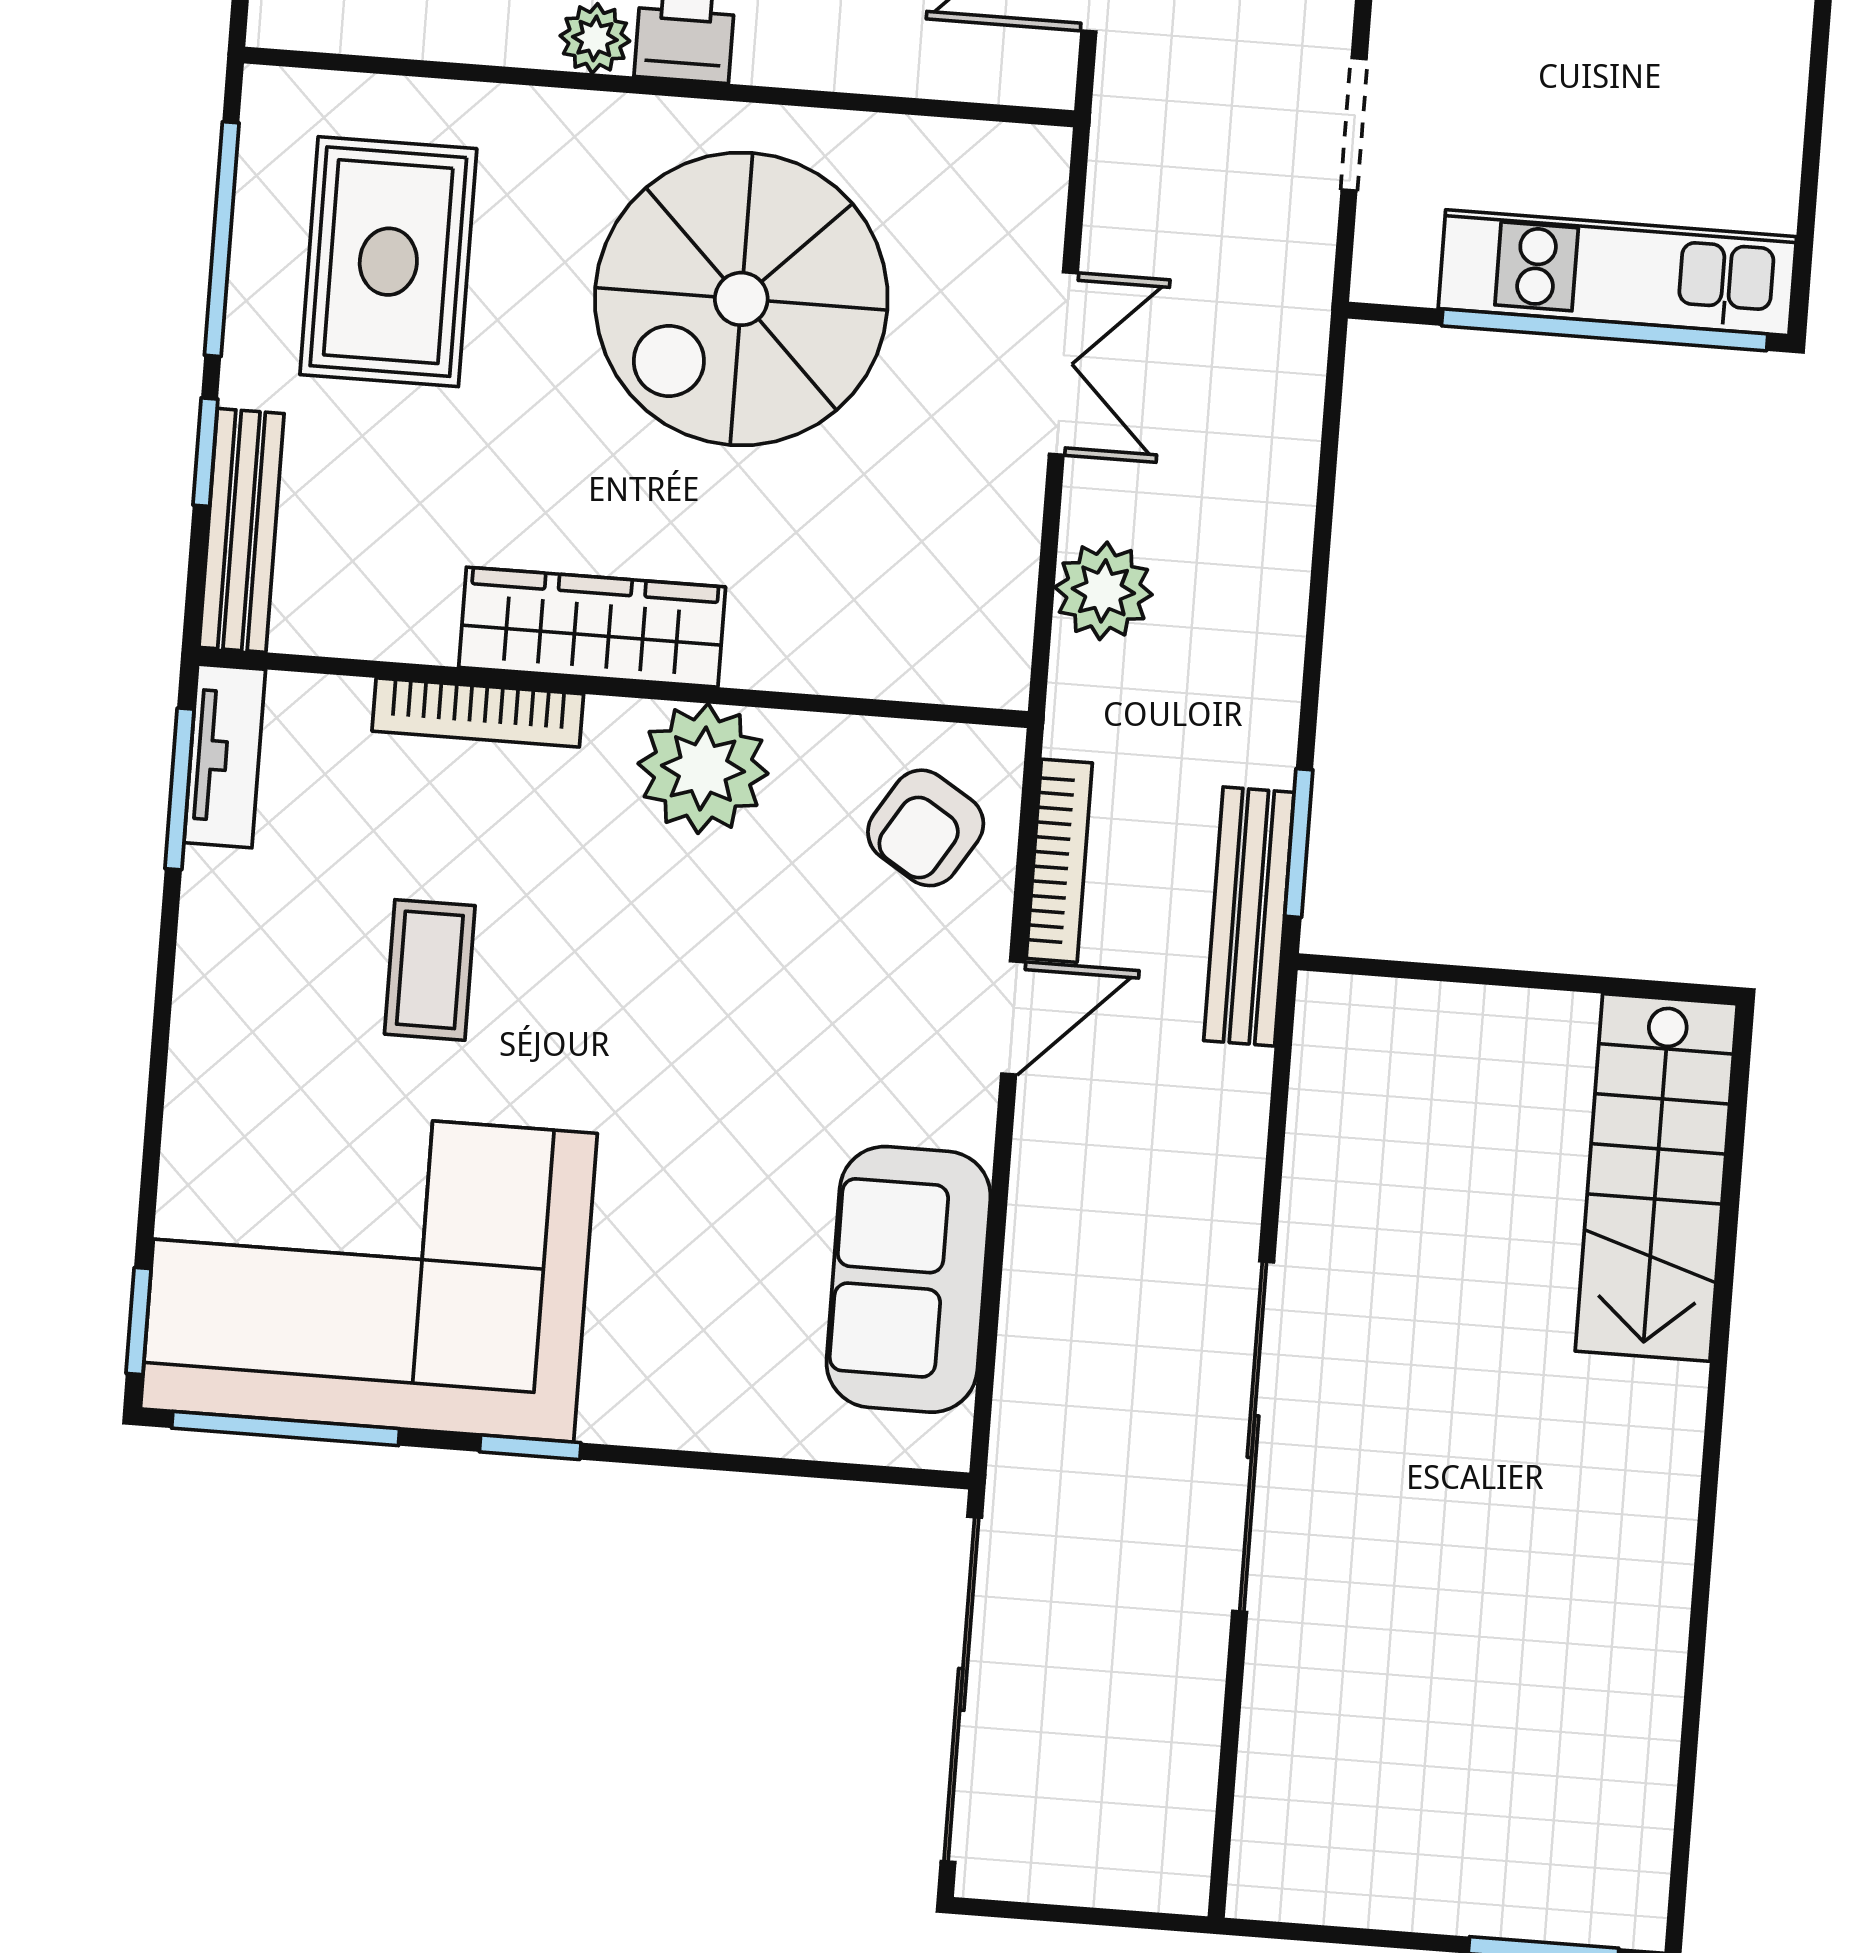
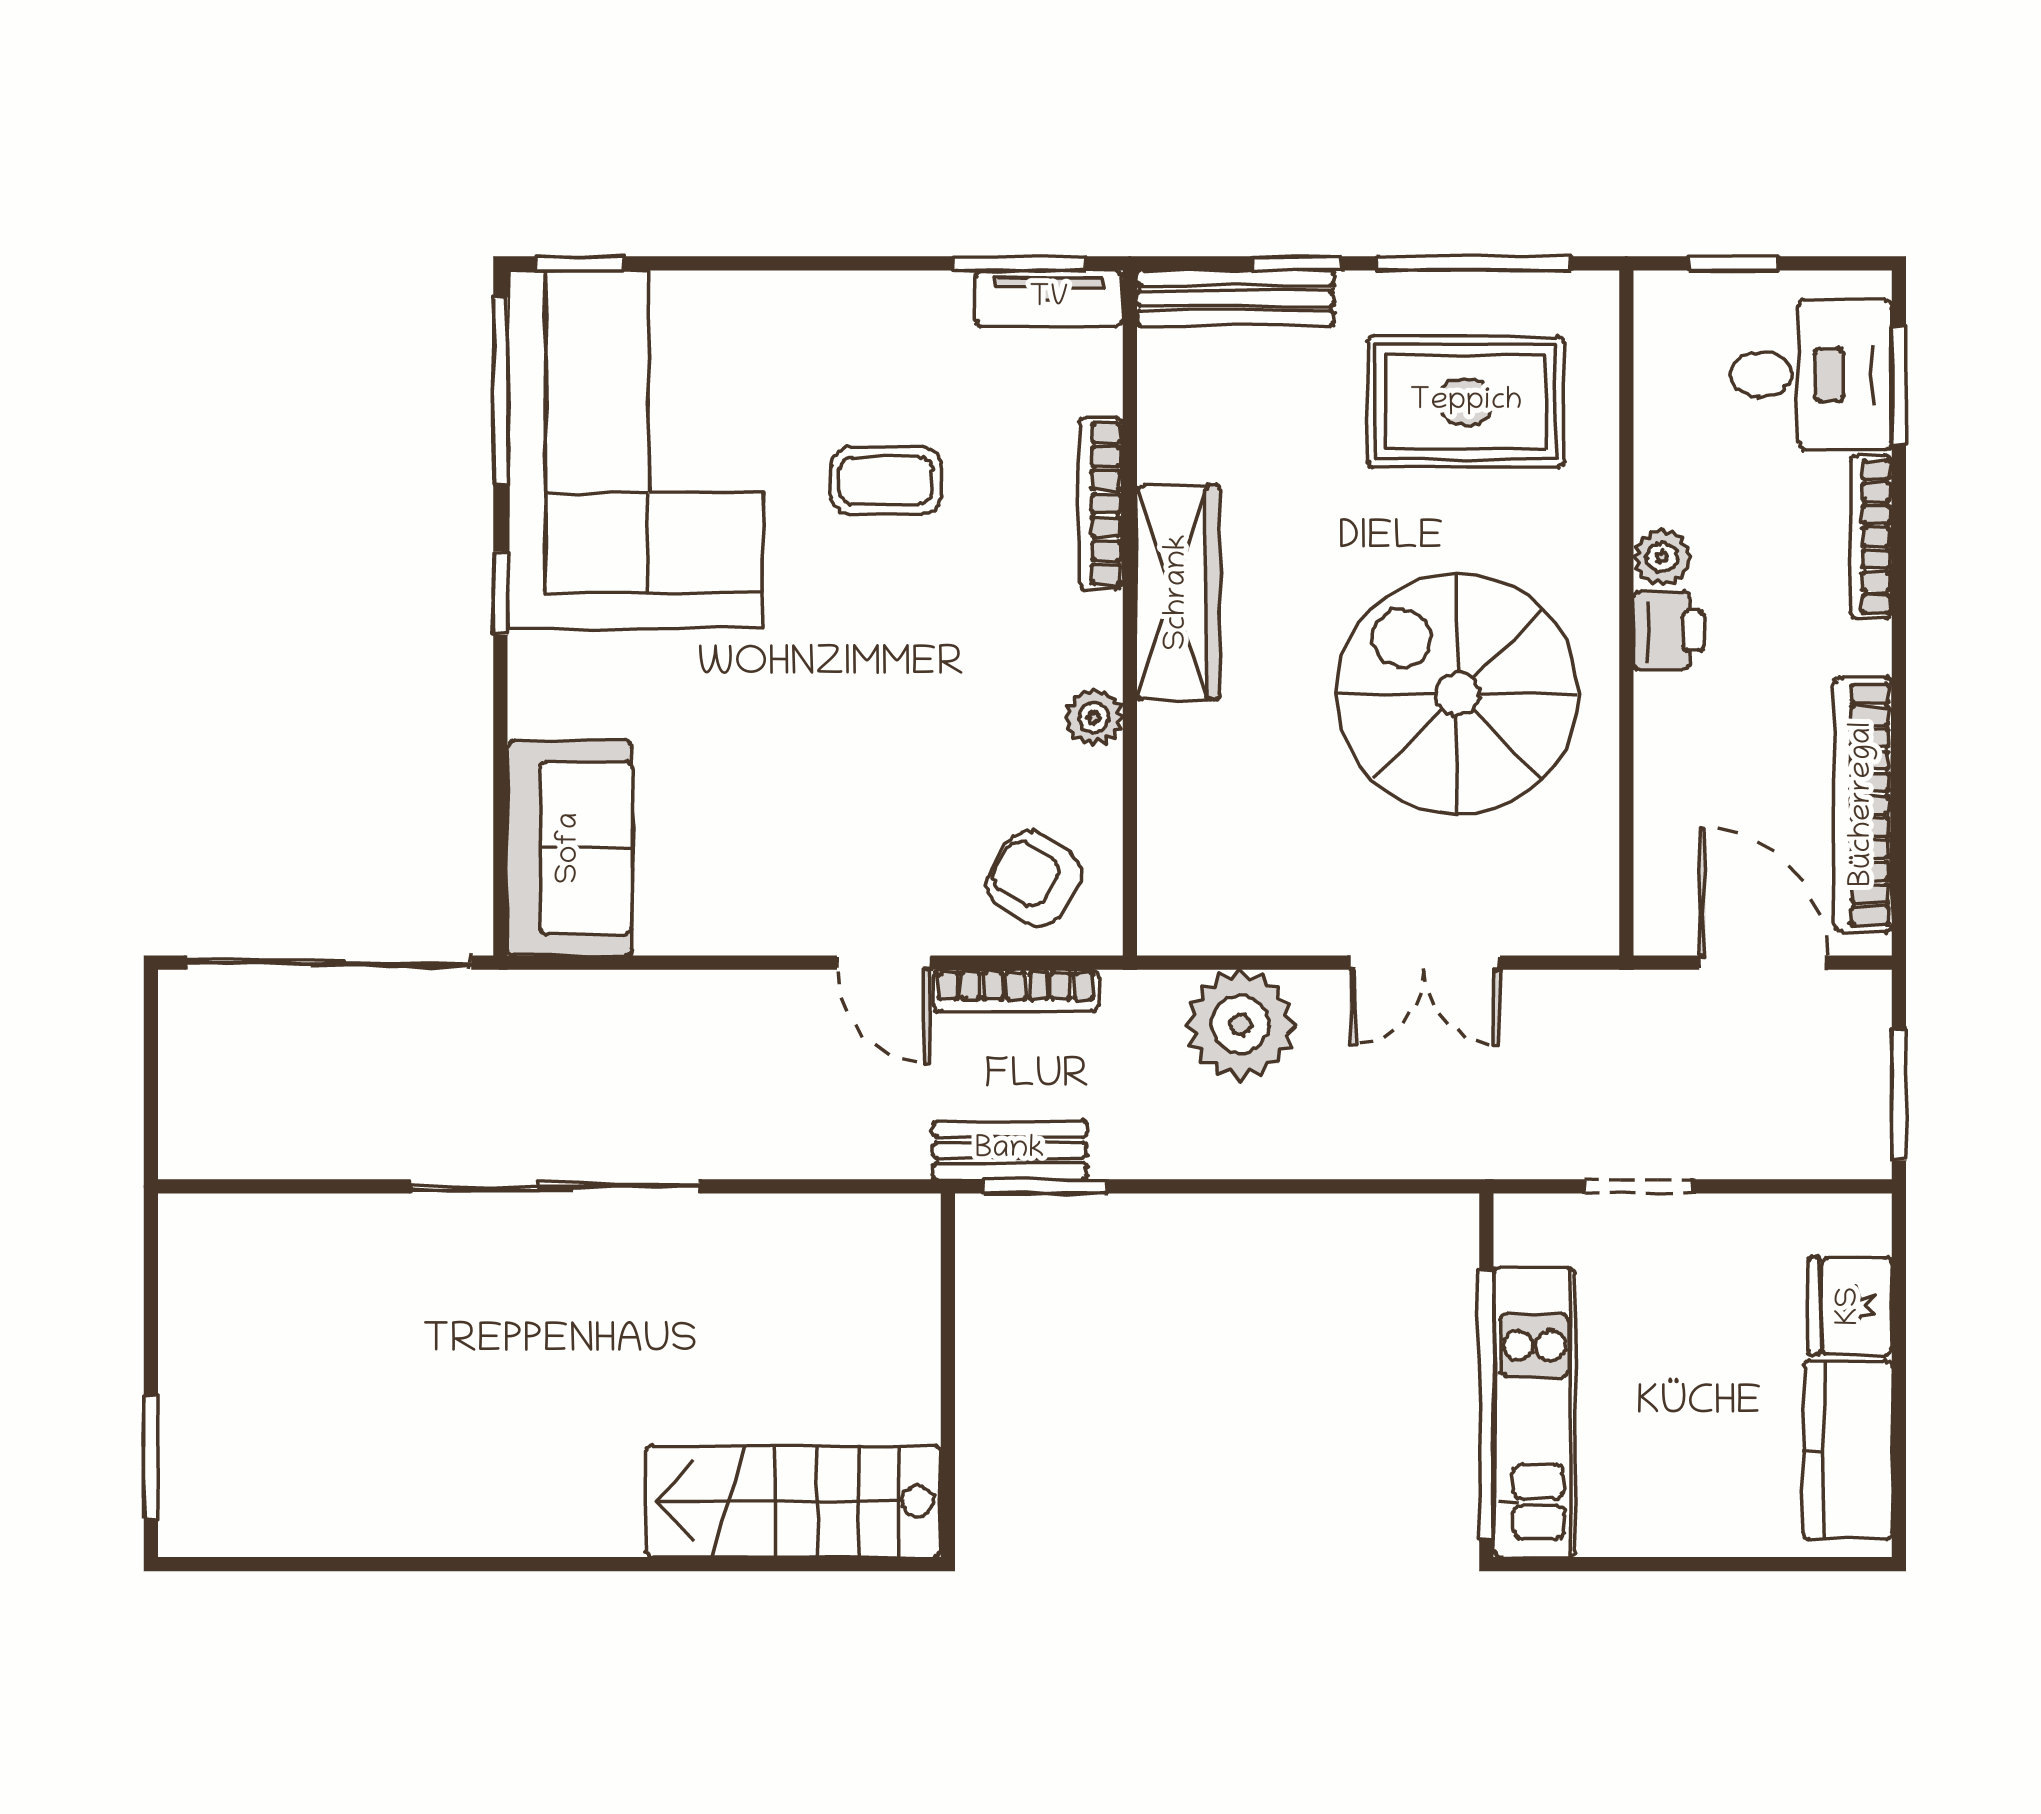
plant: (1103, 591) -> (1240, 1025), width x1.36, depth x1.36
plant: (703, 769) -> (1094, 717), width x0.53, depth x0.53
bench: (1249, 916) -> (1010, 1150), width x0.73
sofa: (908, 1279) -> (570, 848), moved, turned 90

